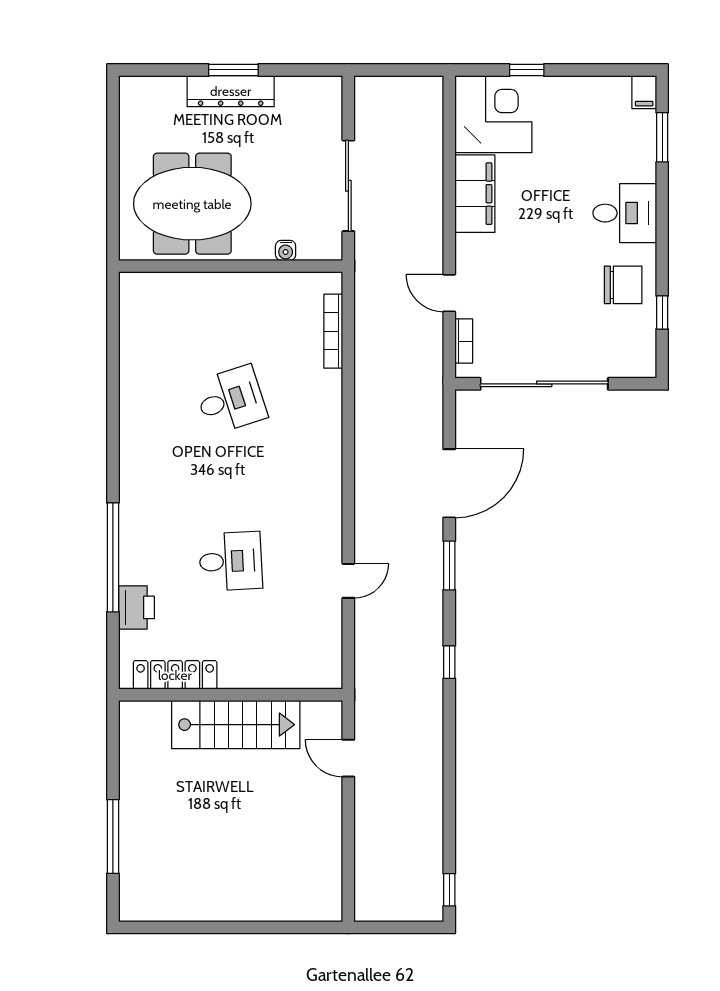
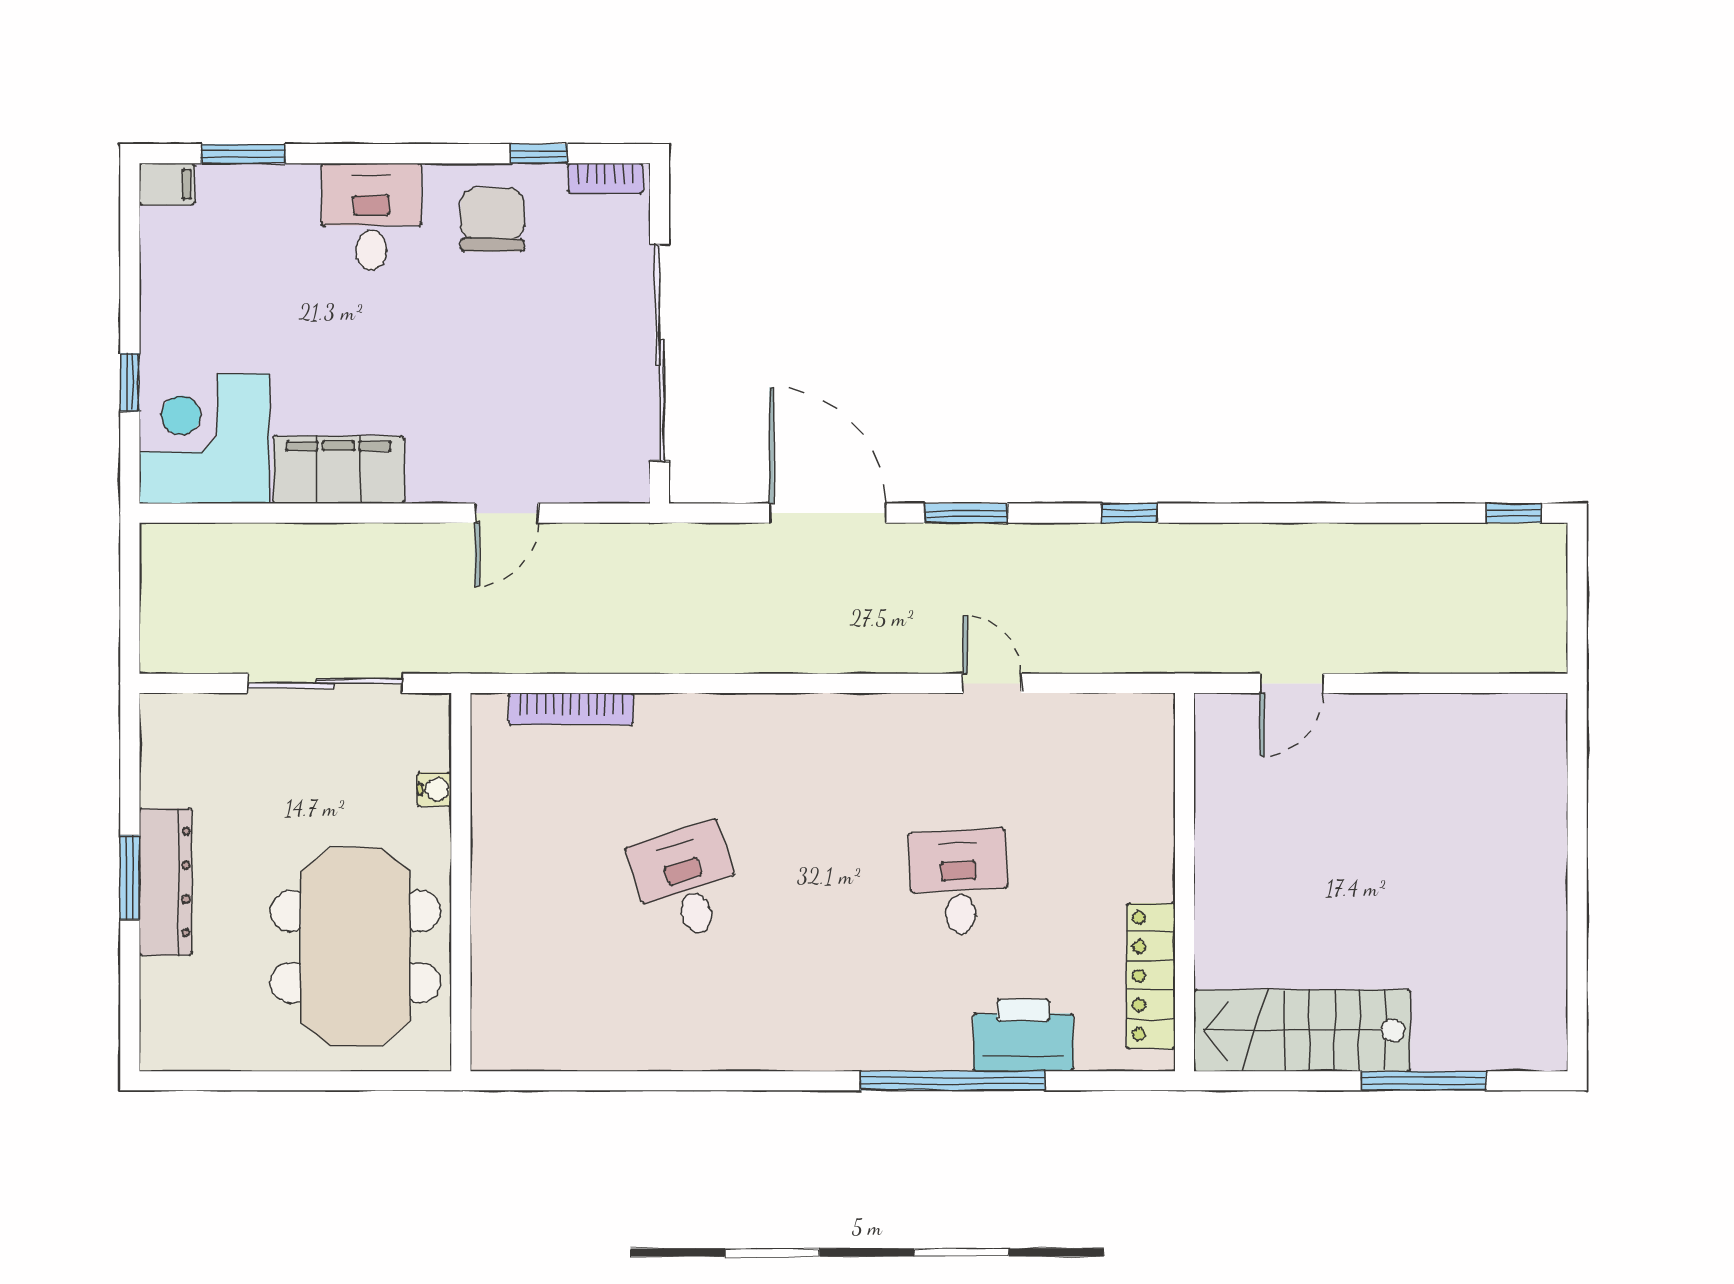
bookcase: (464, 341) -> (605, 178), moved, turned 180
printer: (136, 607) -> (1023, 1035), width x1.37, depth x1.19
stairs: (236, 725) -> (1302, 1031), moved, turned -90

